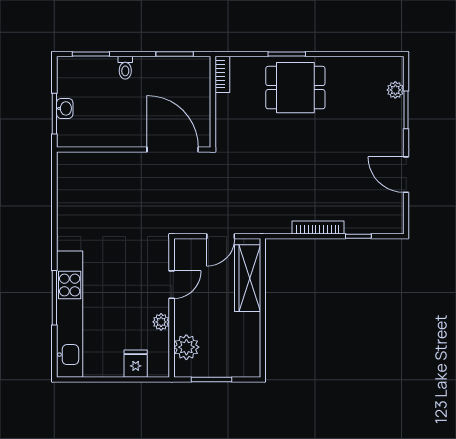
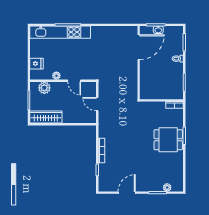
dining table: (295, 88) -> (168, 140), turned 90
door: (173, 149) -> (139, 47), moved
wardrobe: (248, 278) -> (46, 117), moved

